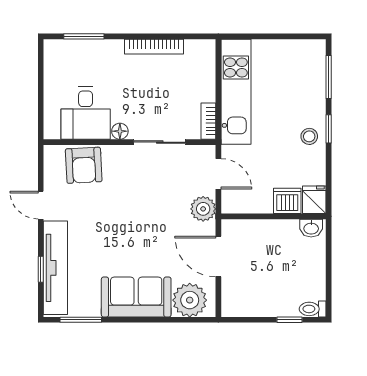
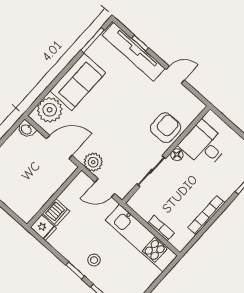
bookcase: (208, 121) -> (161, 228), moved
stool: (309, 136) -> (94, 260), moved
armchair: (84, 165) -> (166, 128), moved, turned 93
washbasin: (311, 228) -> (26, 129), moved, turned -90

